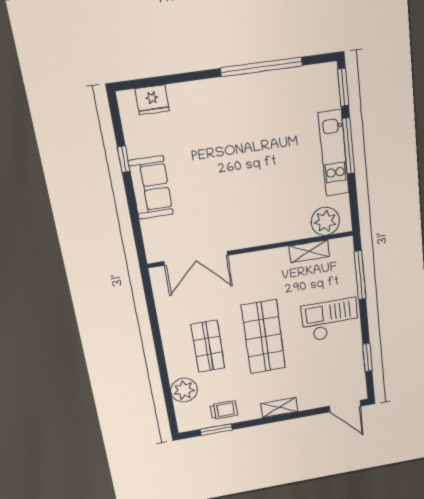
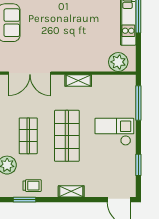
shelving: (309, 251) -> (78, 81), moved

